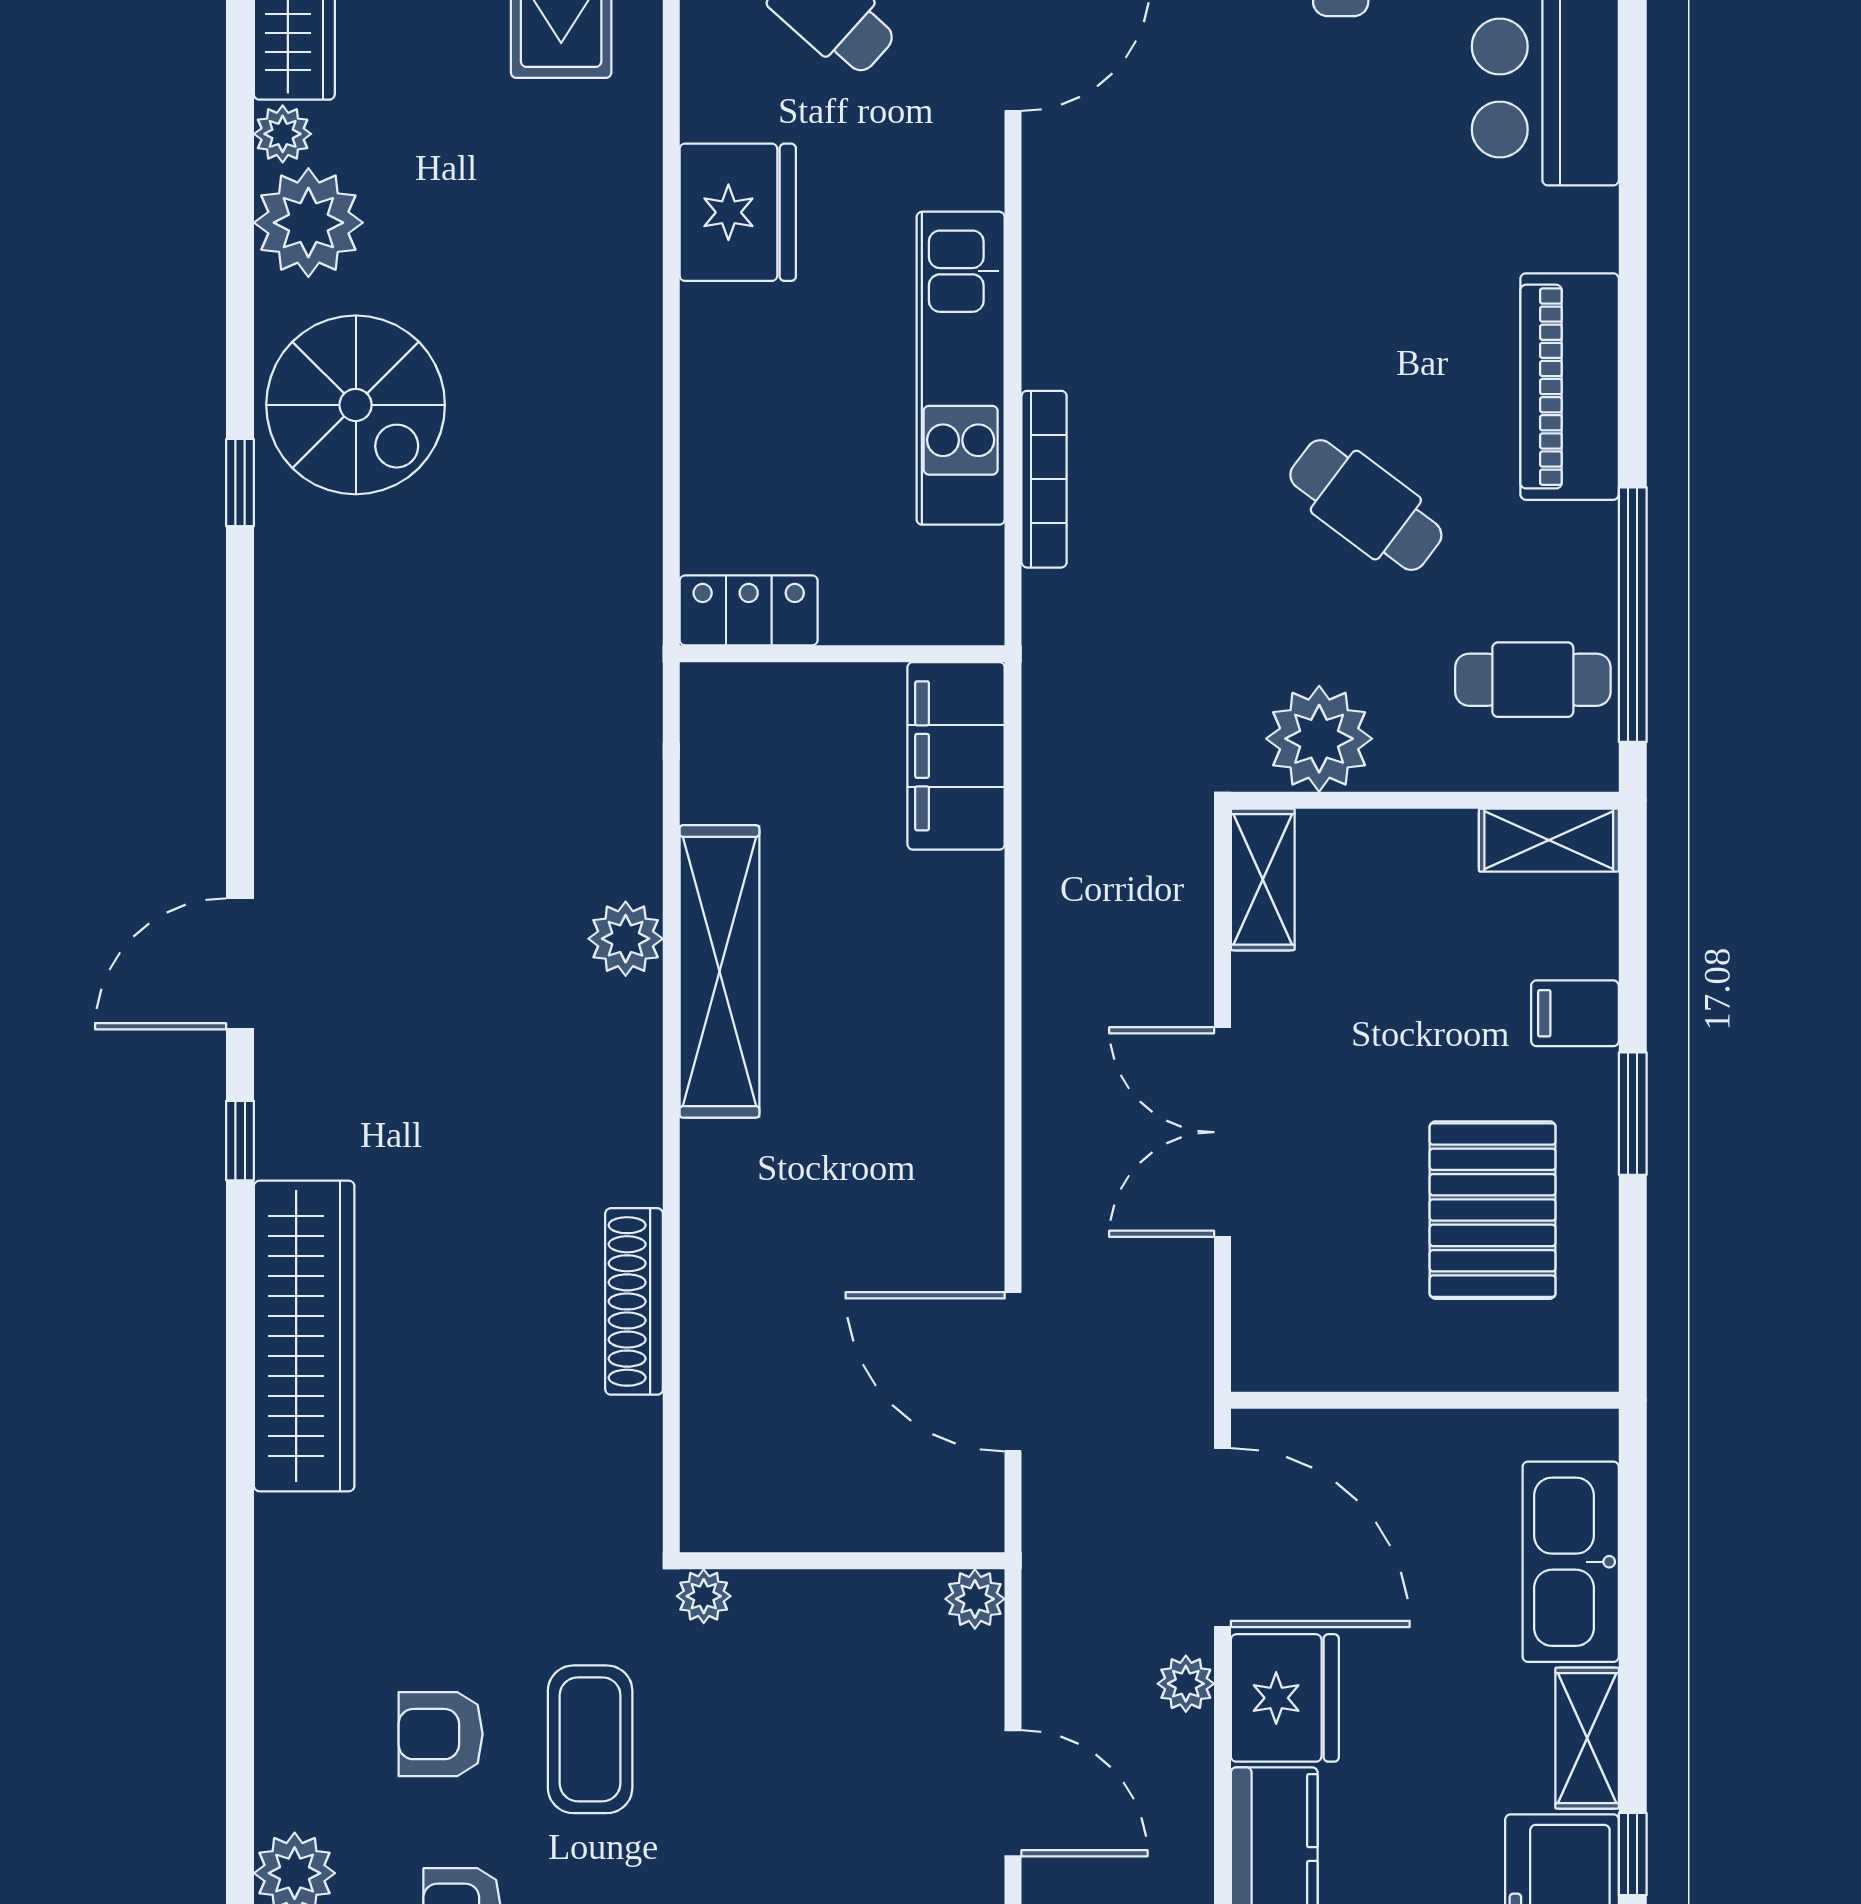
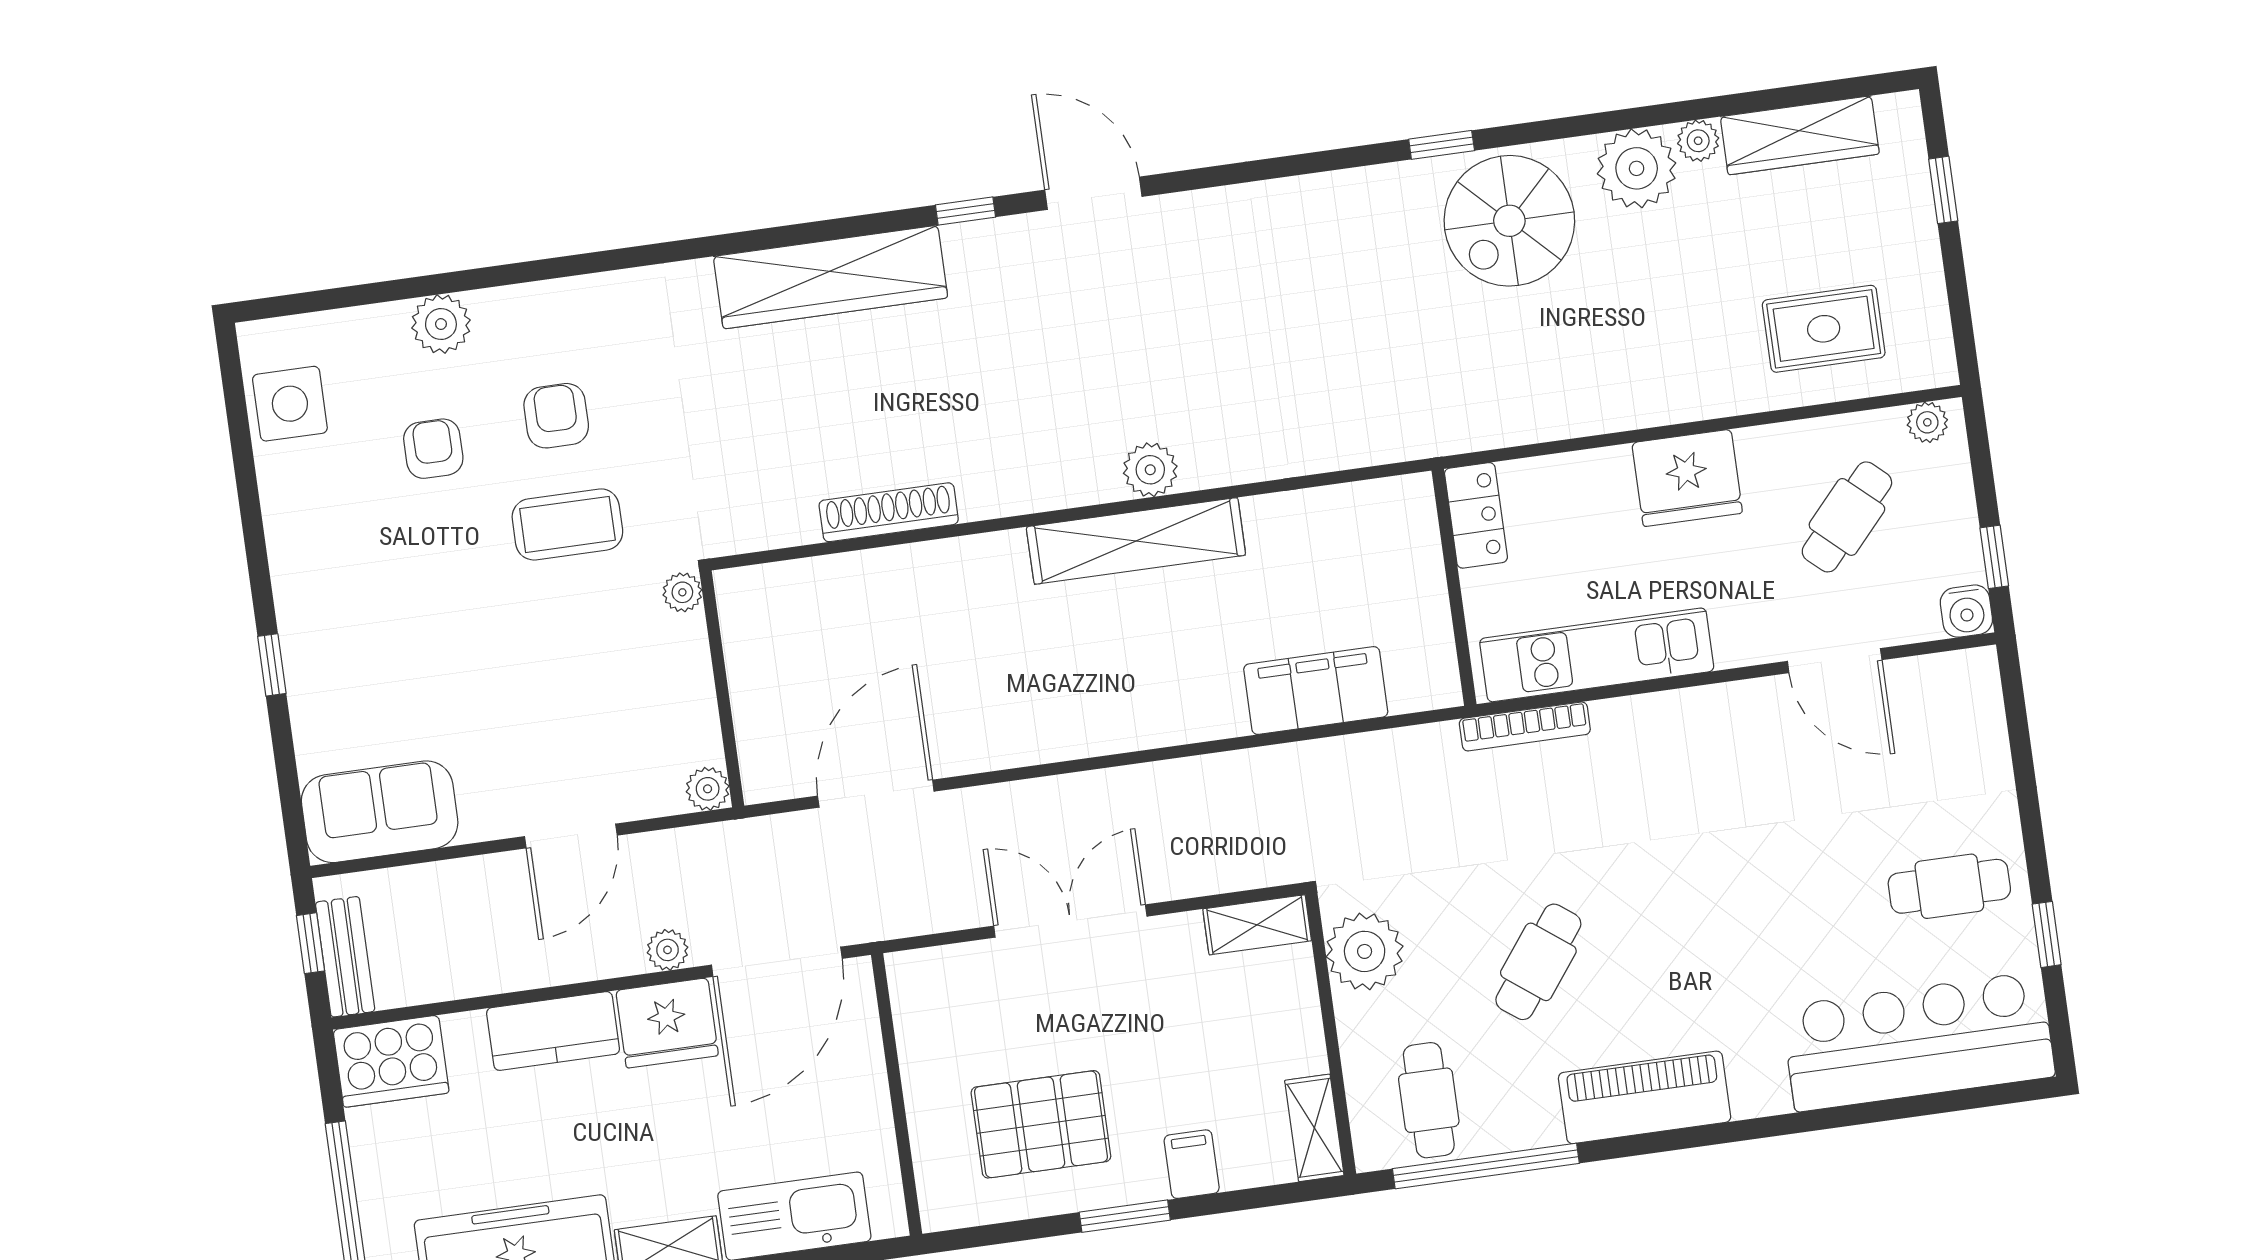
locker: (749, 610) -> (1476, 515), moved
wall: (842, 654) -> (1454, 587), moved

